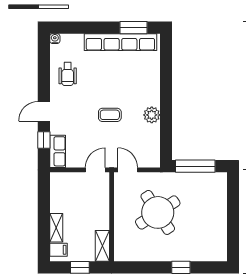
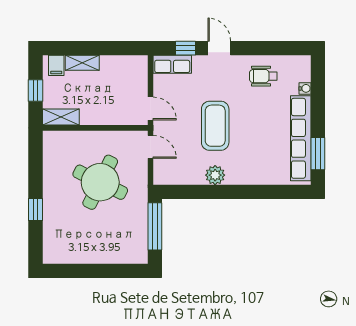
water cooler: (55, 39) -> (305, 88), moved
coffee table: (110, 115) -> (215, 126), width x1.86, depth x1.72
door: (128, 170) -> (150, 147), hinge flipped
round table: (158, 212) -> (100, 182), turned -31

